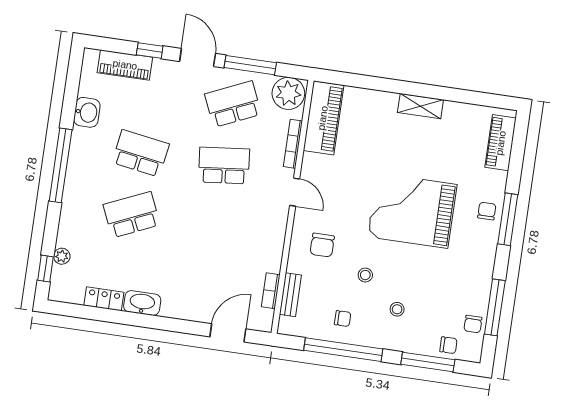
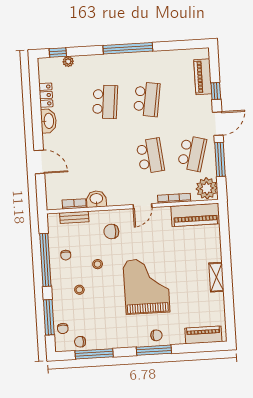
school desk: (233, 104) -> (192, 153), turned 39
washbasin: (87, 112) -> (96, 199), moved, turned 180
school desk: (132, 215) -> (105, 102), turned 30
door: (228, 333) -> (39, 162), moved

